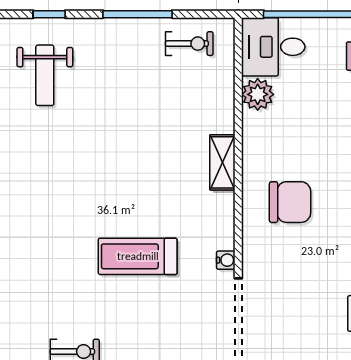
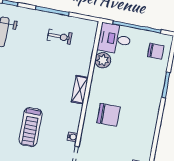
exercise bike: (189, 44) -> (60, 37), moved
treadmill: (138, 256) -> (31, 127), turned -90

